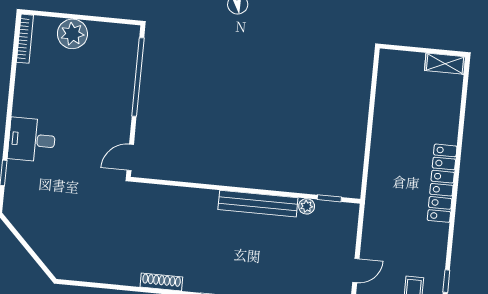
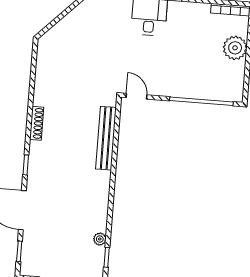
bench: (258, 204) -> (106, 138), moved

